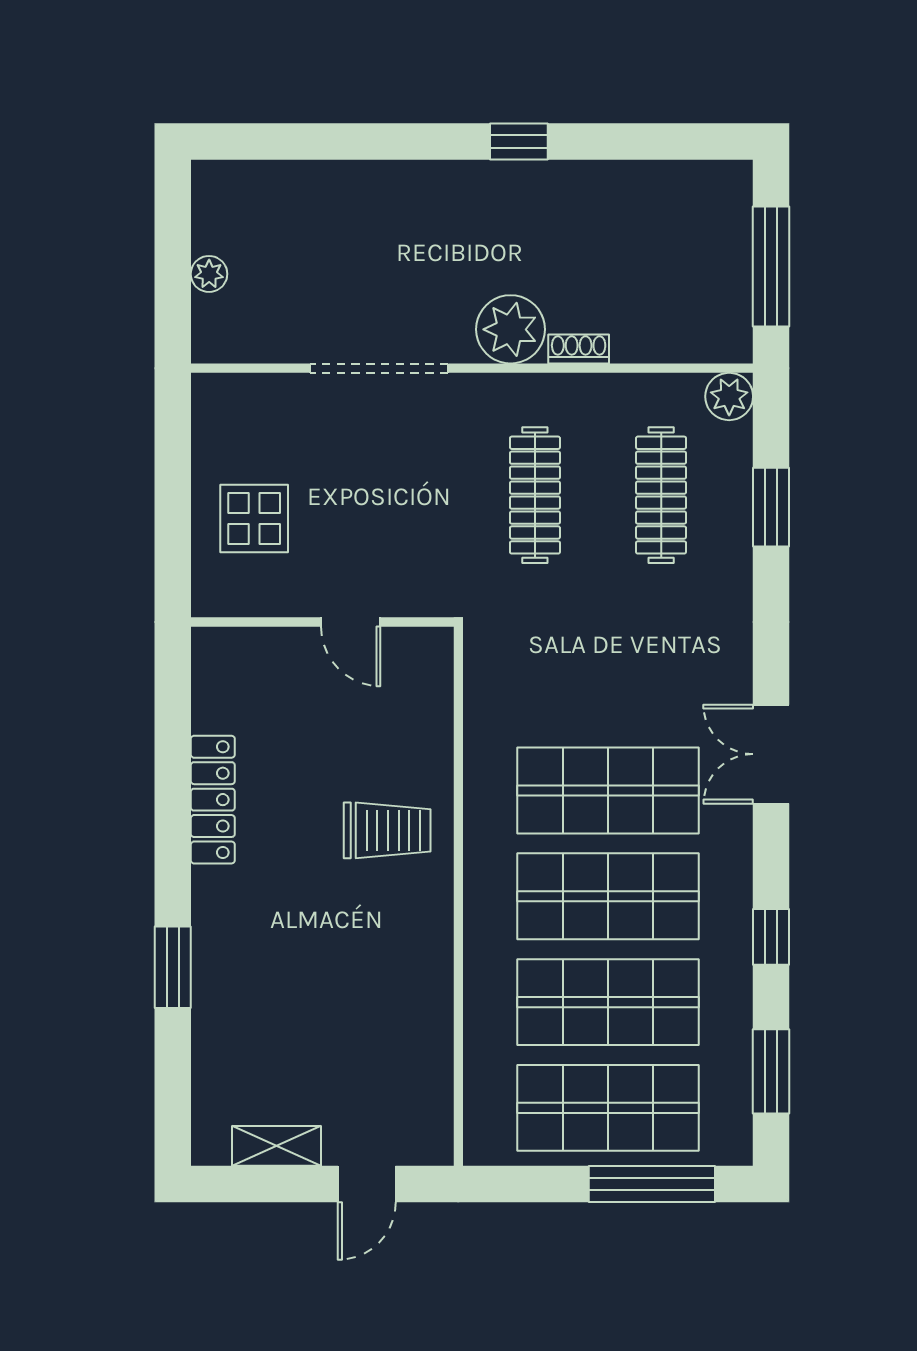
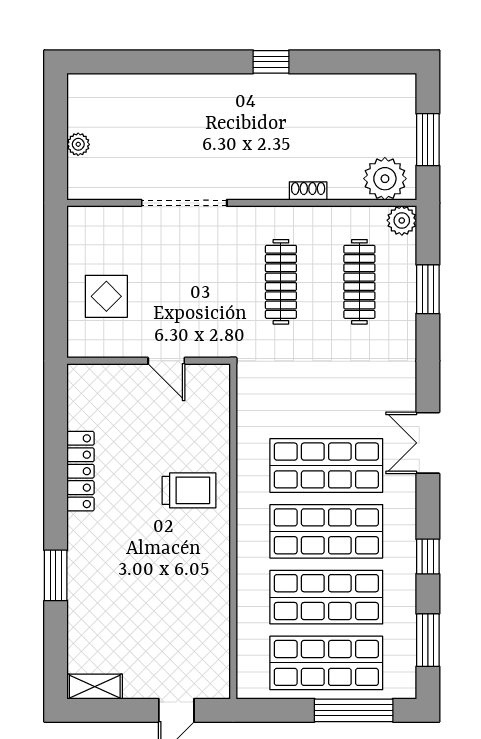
window: (771, 267) -> (428, 140), width x0.69
plant: (511, 329) -> (385, 179), moved
shelving: (277, 1146) -> (95, 687), moved

